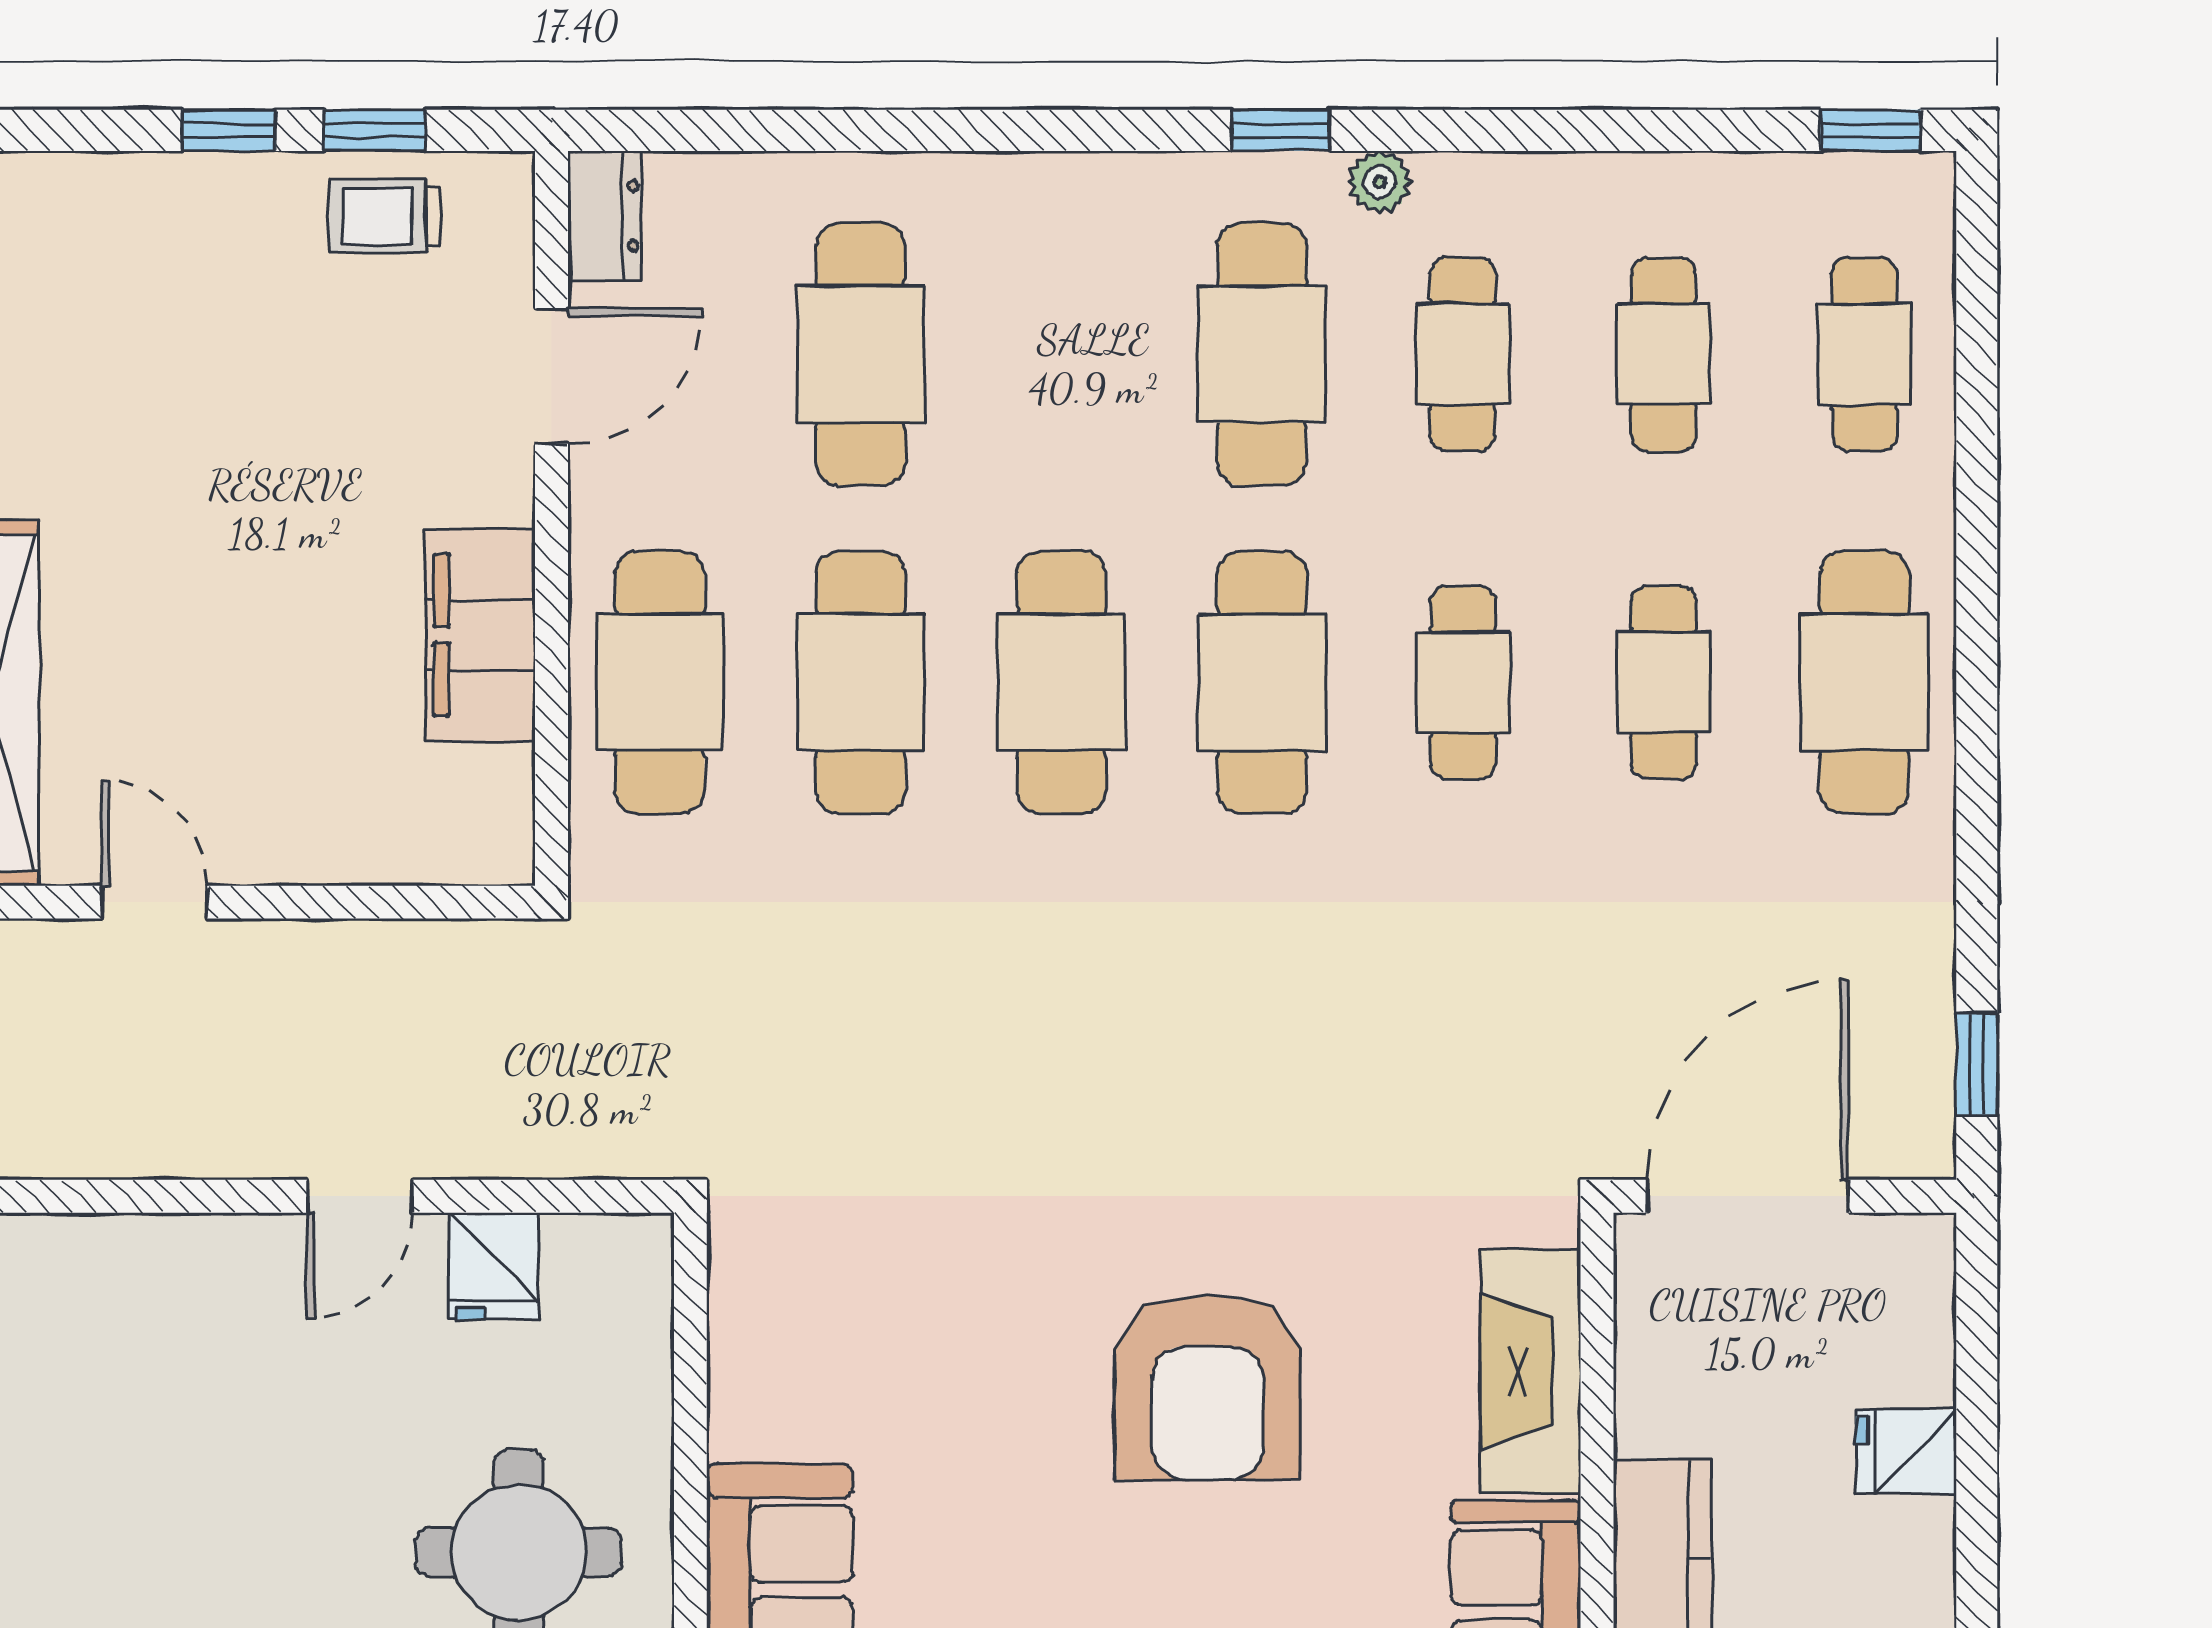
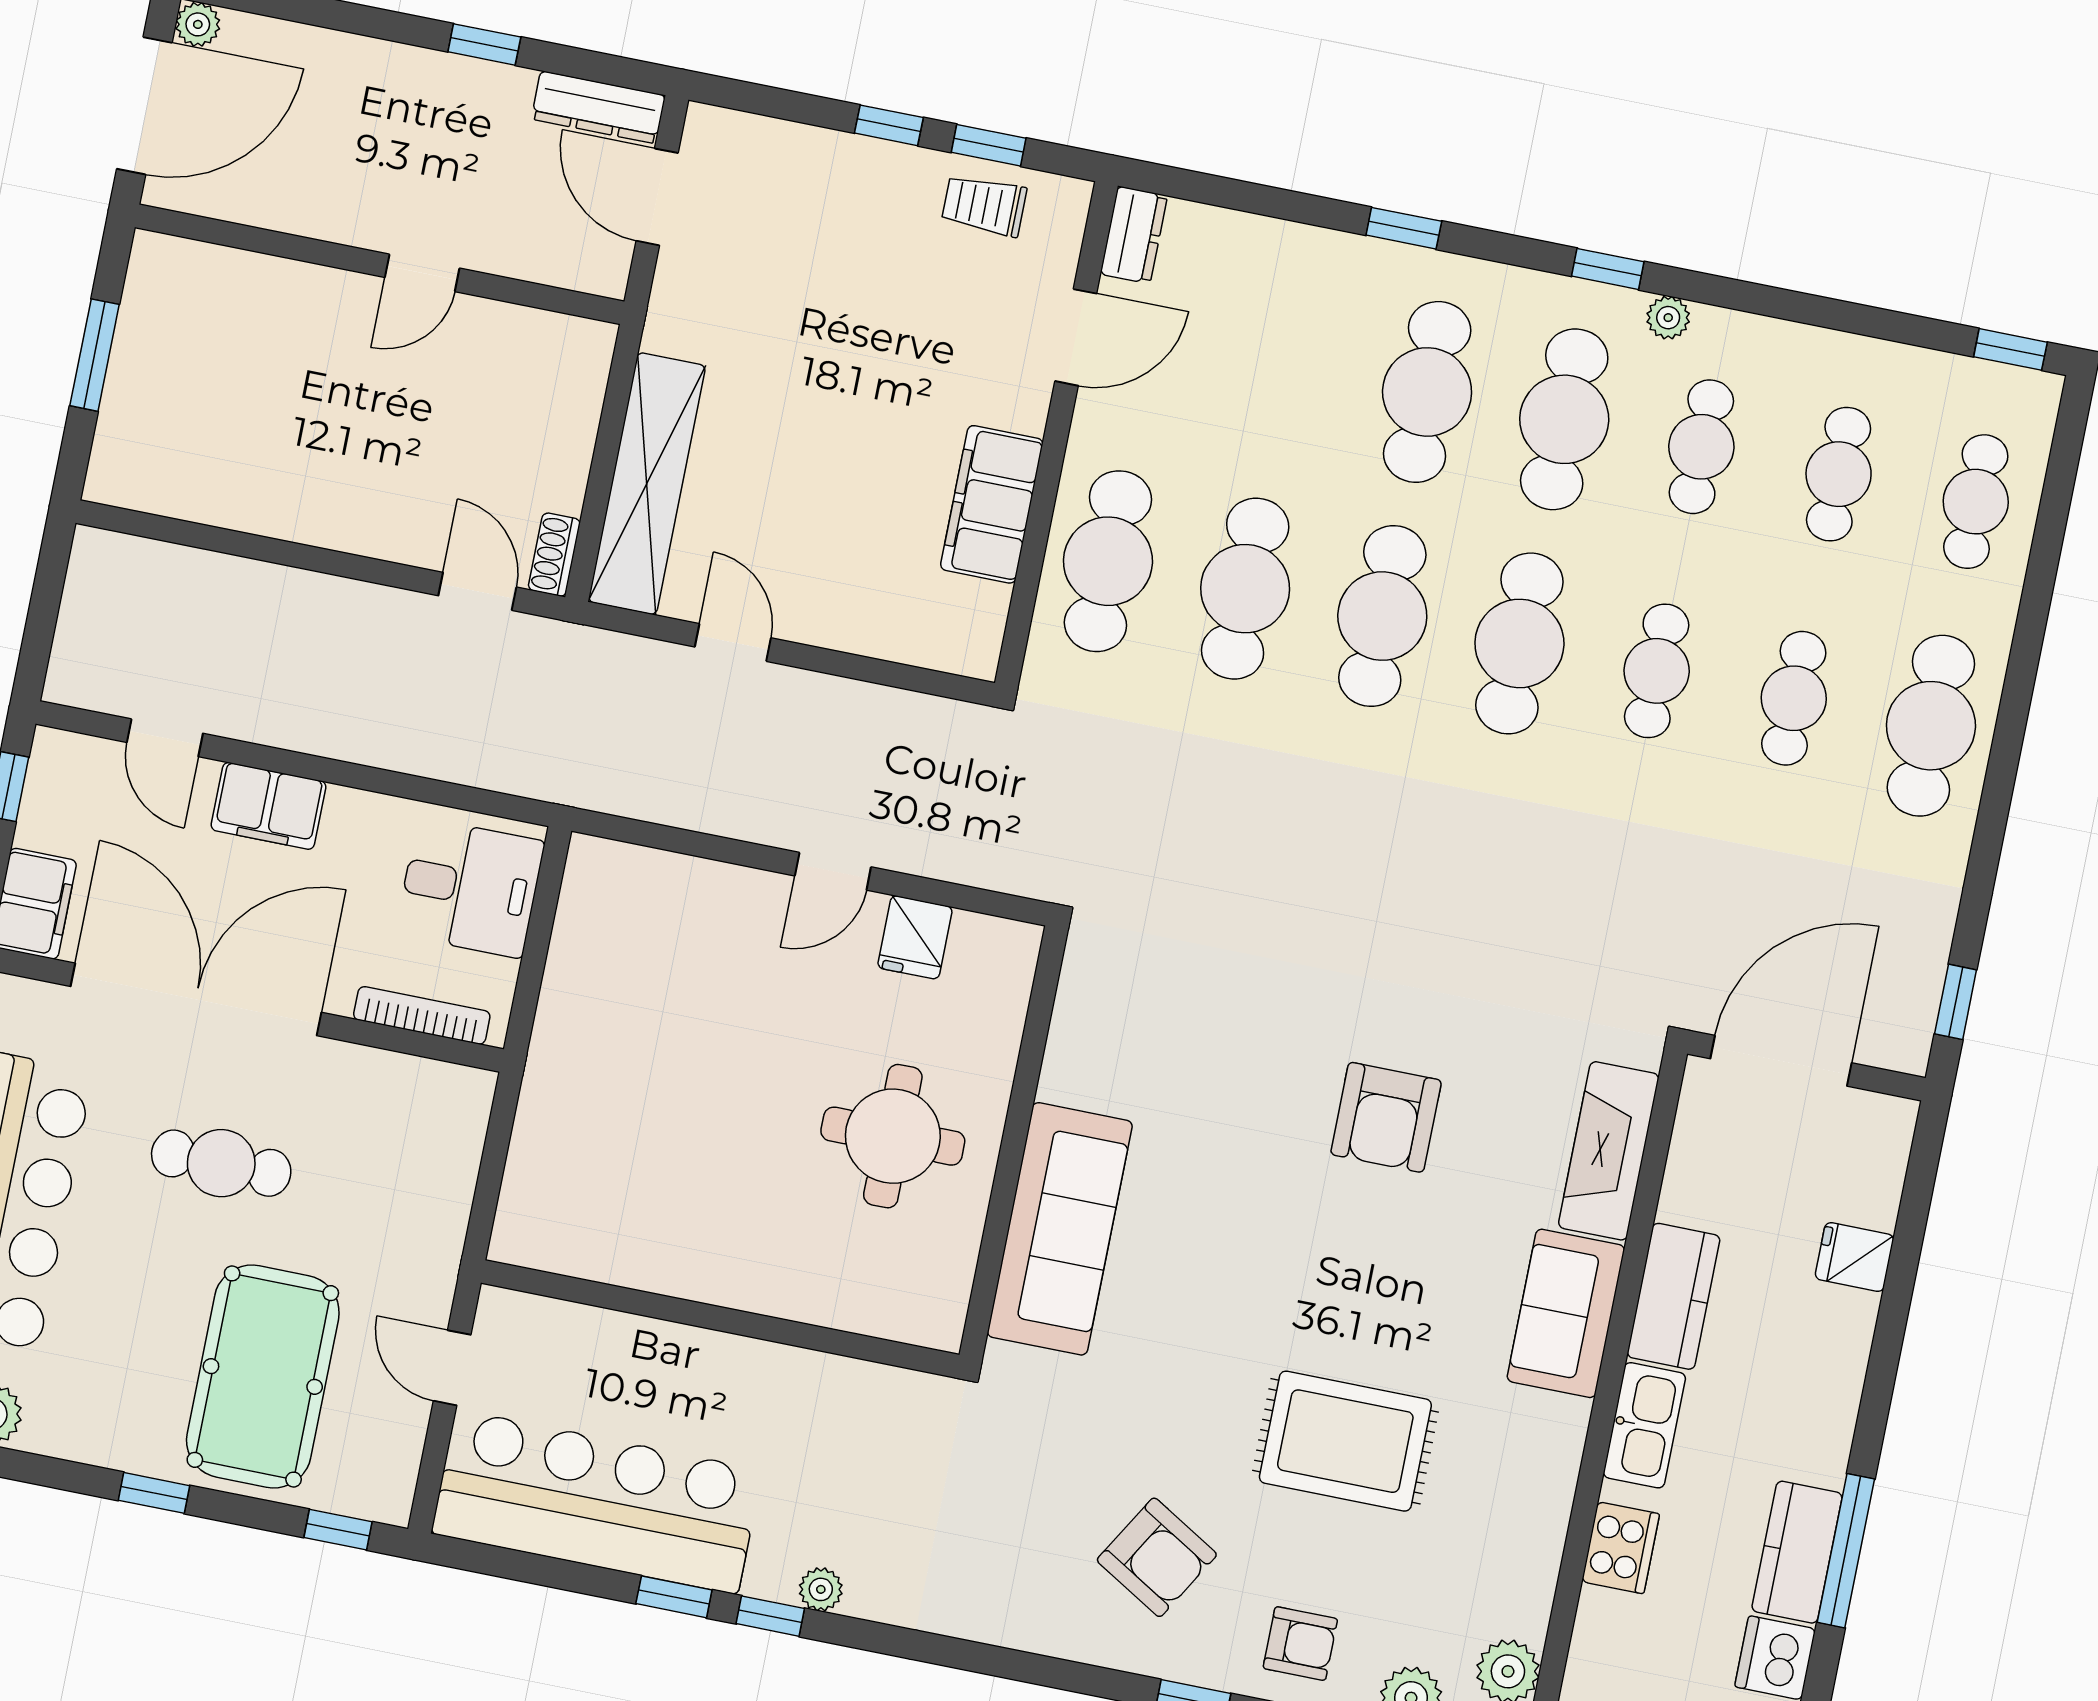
window: (982, 130) -> (1404, 228), added
cafe table: (861, 354) -> (1427, 392), moved
armchair: (1208, 1387) -> (1386, 1117), width x0.73, depth x0.73

